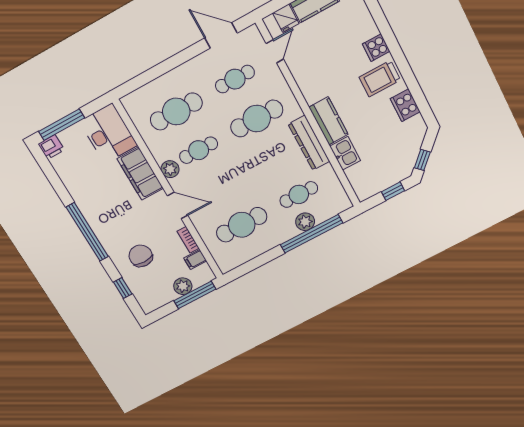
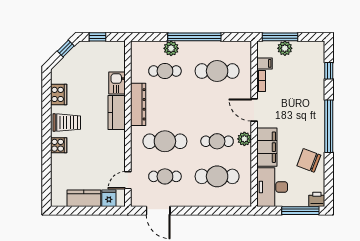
window: (312, 234) -> (194, 37), moved
chair: (141, 256) -> (309, 160), moved, turned 111

